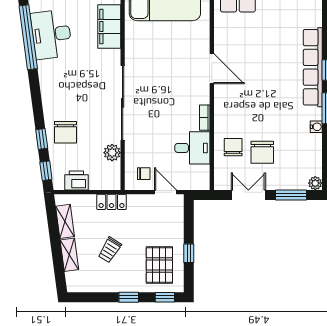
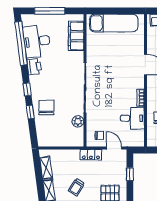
chair: (65, 132) -> (46, 108), turned 180
window: (46, 171) -> (27, 89), moved
printer: (76, 180) -> (34, 67), moved, turned 82
locker: (112, 202) -> (91, 155), moved
window: (189, 253) -> (130, 174), moved

